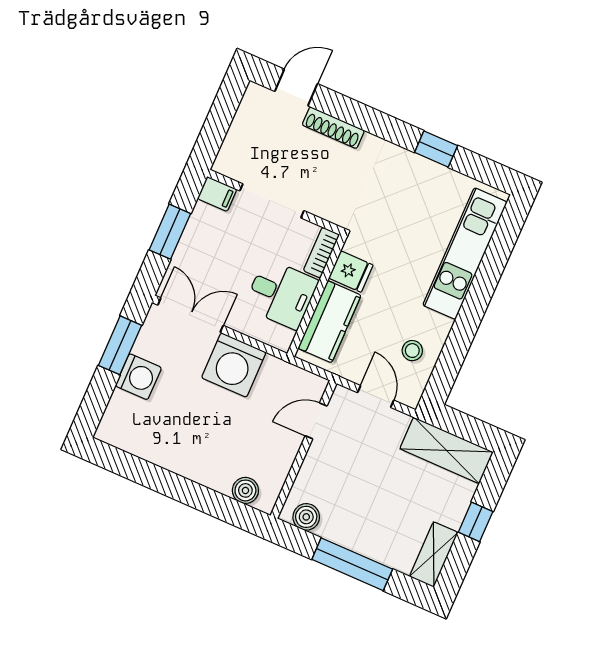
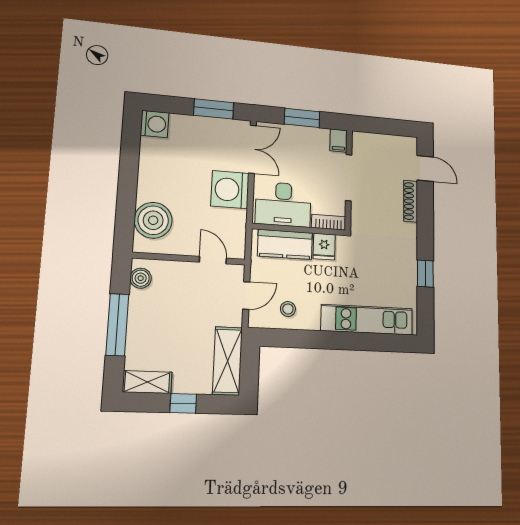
desk: (281, 294) -> (283, 204), width x1.37
washing machine: (138, 377) -> (155, 124), moved, turned -90
boiler: (245, 490) -> (153, 220), width x1.86, depth x1.86

